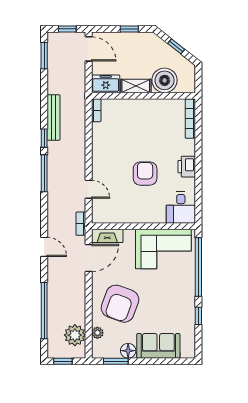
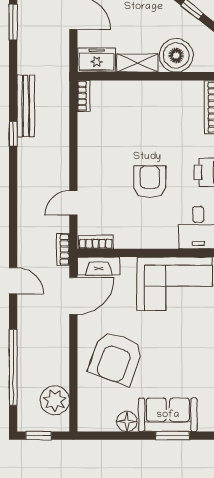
window: (44, 173) -> (13, 181), removed
door: (89, 189) -> (73, 203), swing flipped
bookcase: (105, 218) -> (96, 242), added
plant: (97, 333) -> (85, 397), removed
window: (116, 361) -> (173, 436), moved

